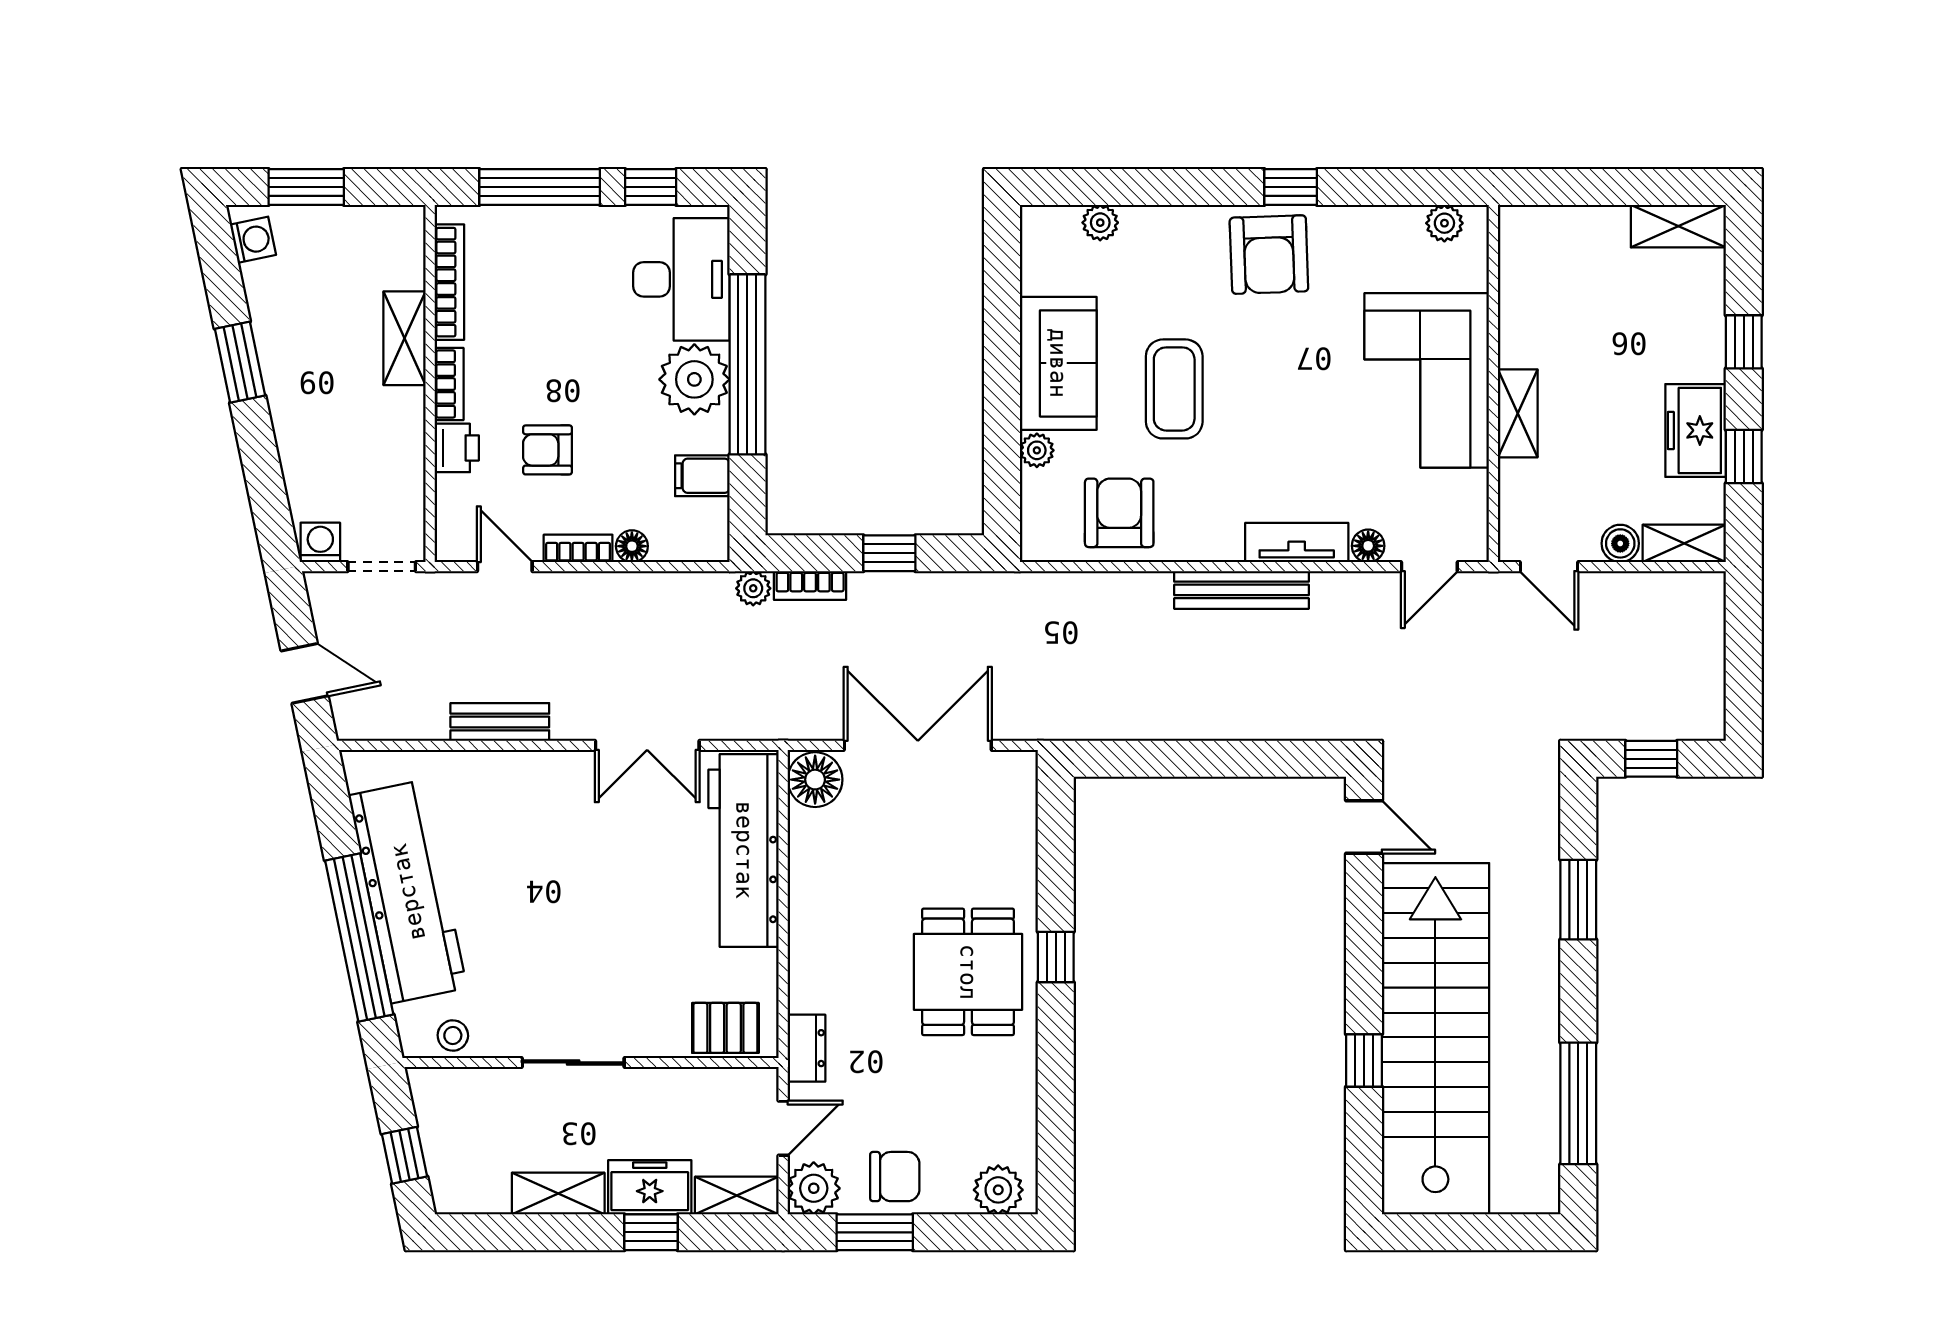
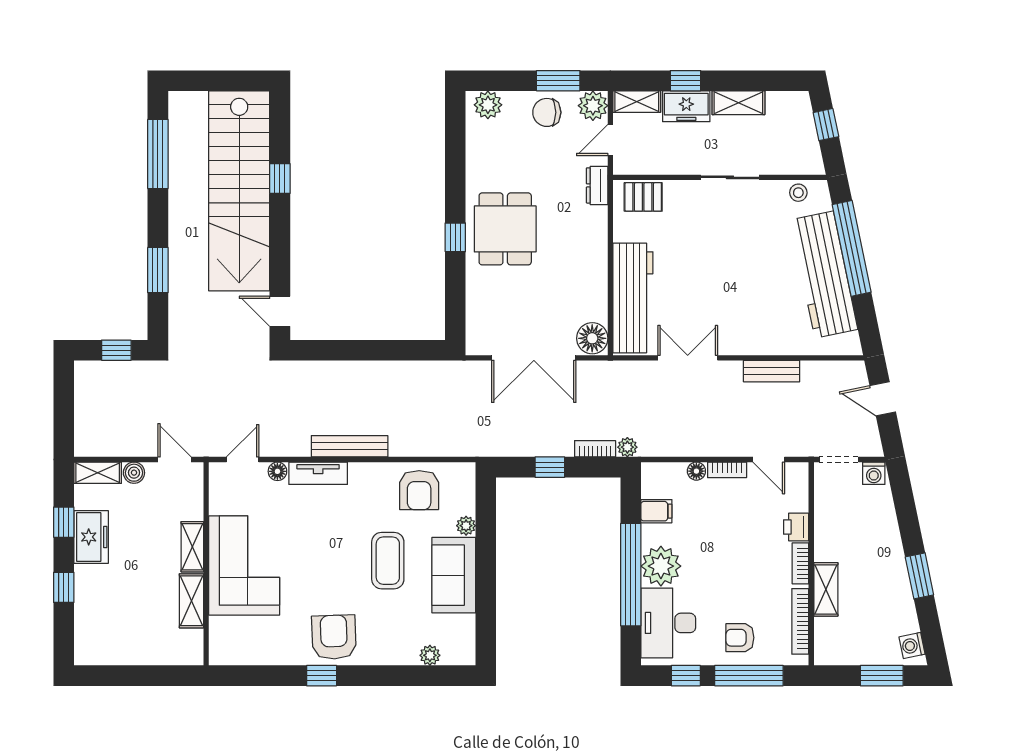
plant: (1444, 223) -> (234, 655), removed
shelving: (1678, 226) -> (191, 601), moved, turned 90
armchair: (548, 450) -> (740, 638), moved, turned 180

